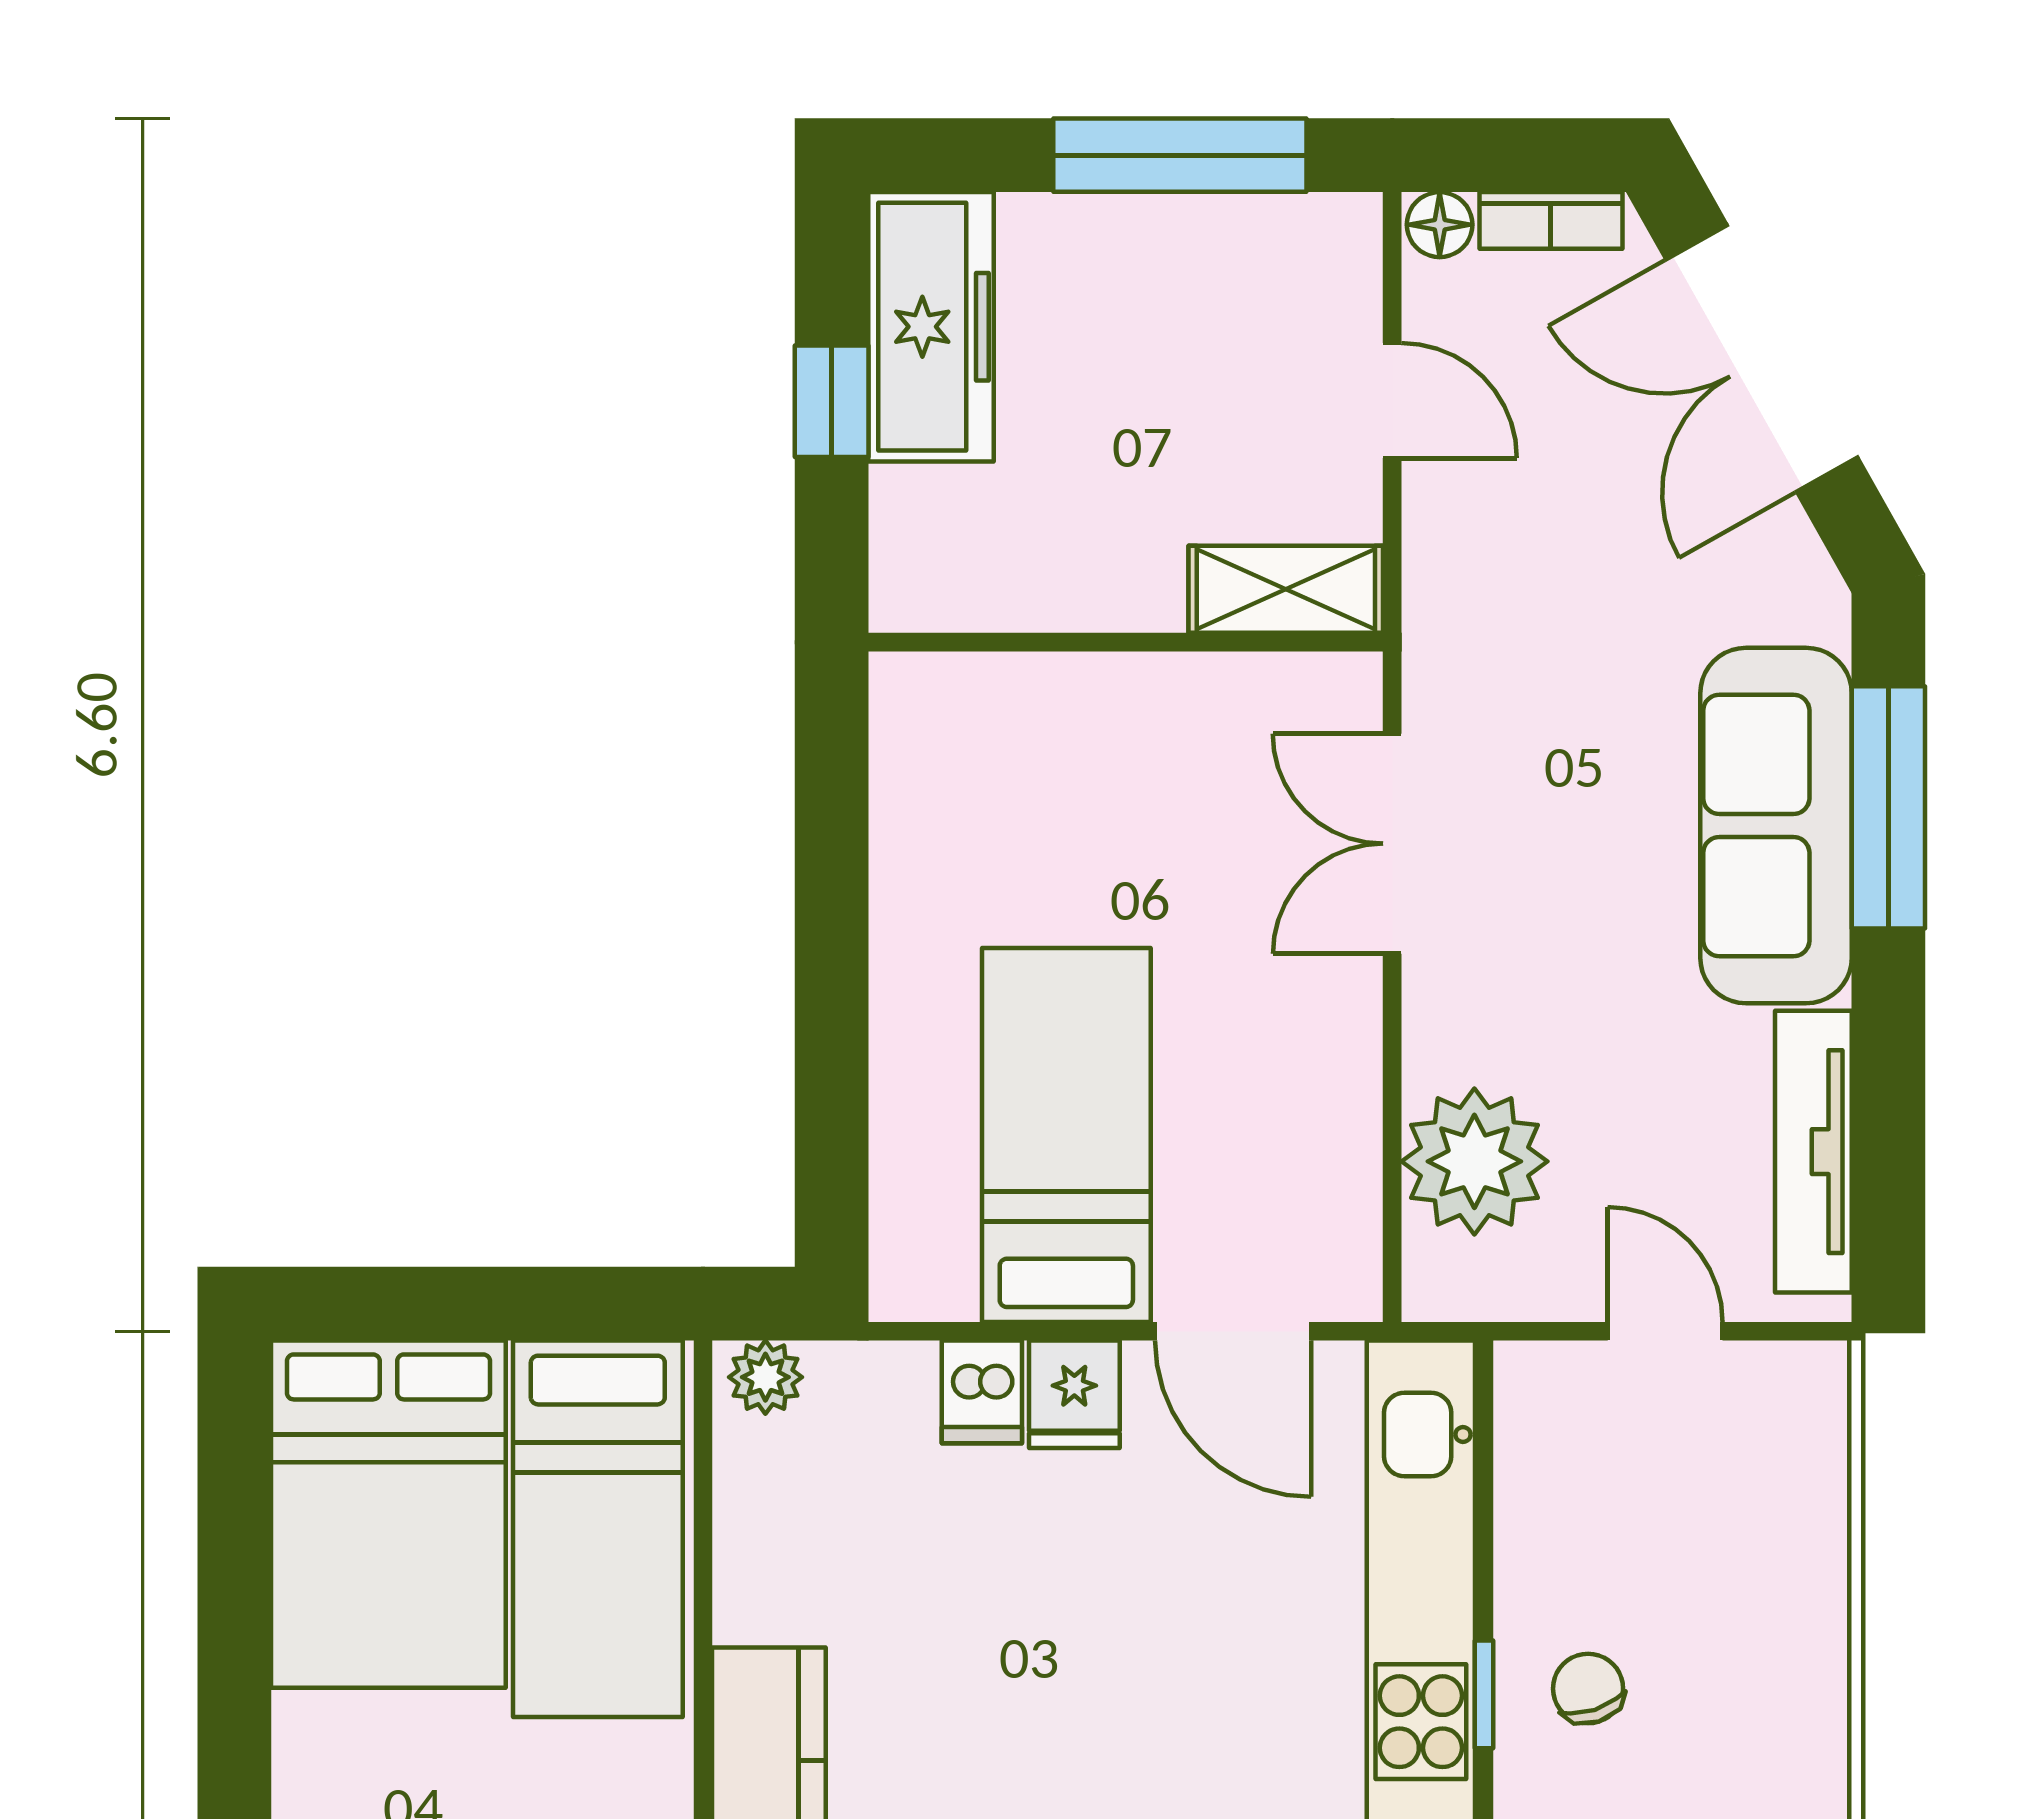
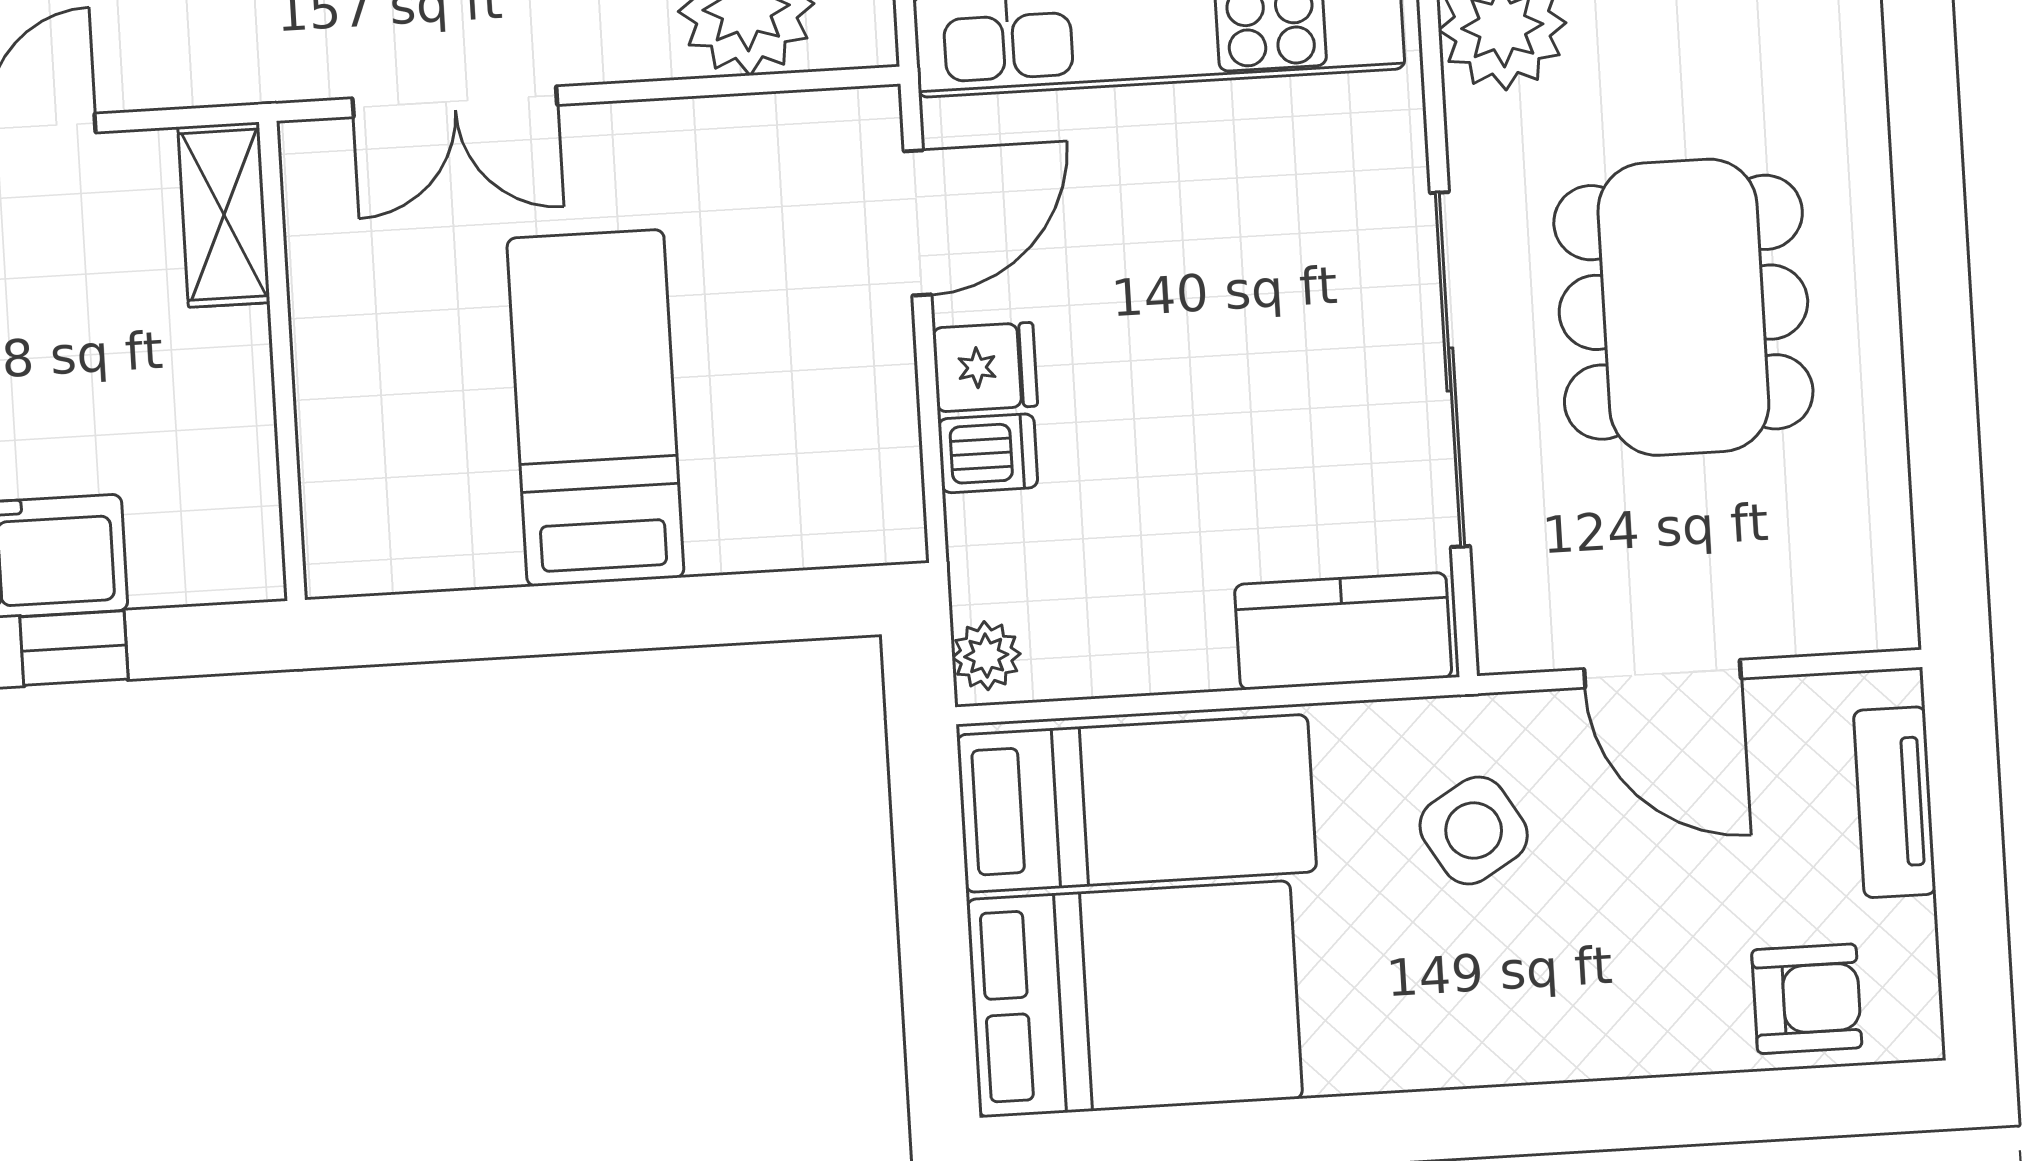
bed: (1066, 1135) -> (595, 408), moved, turned 90

